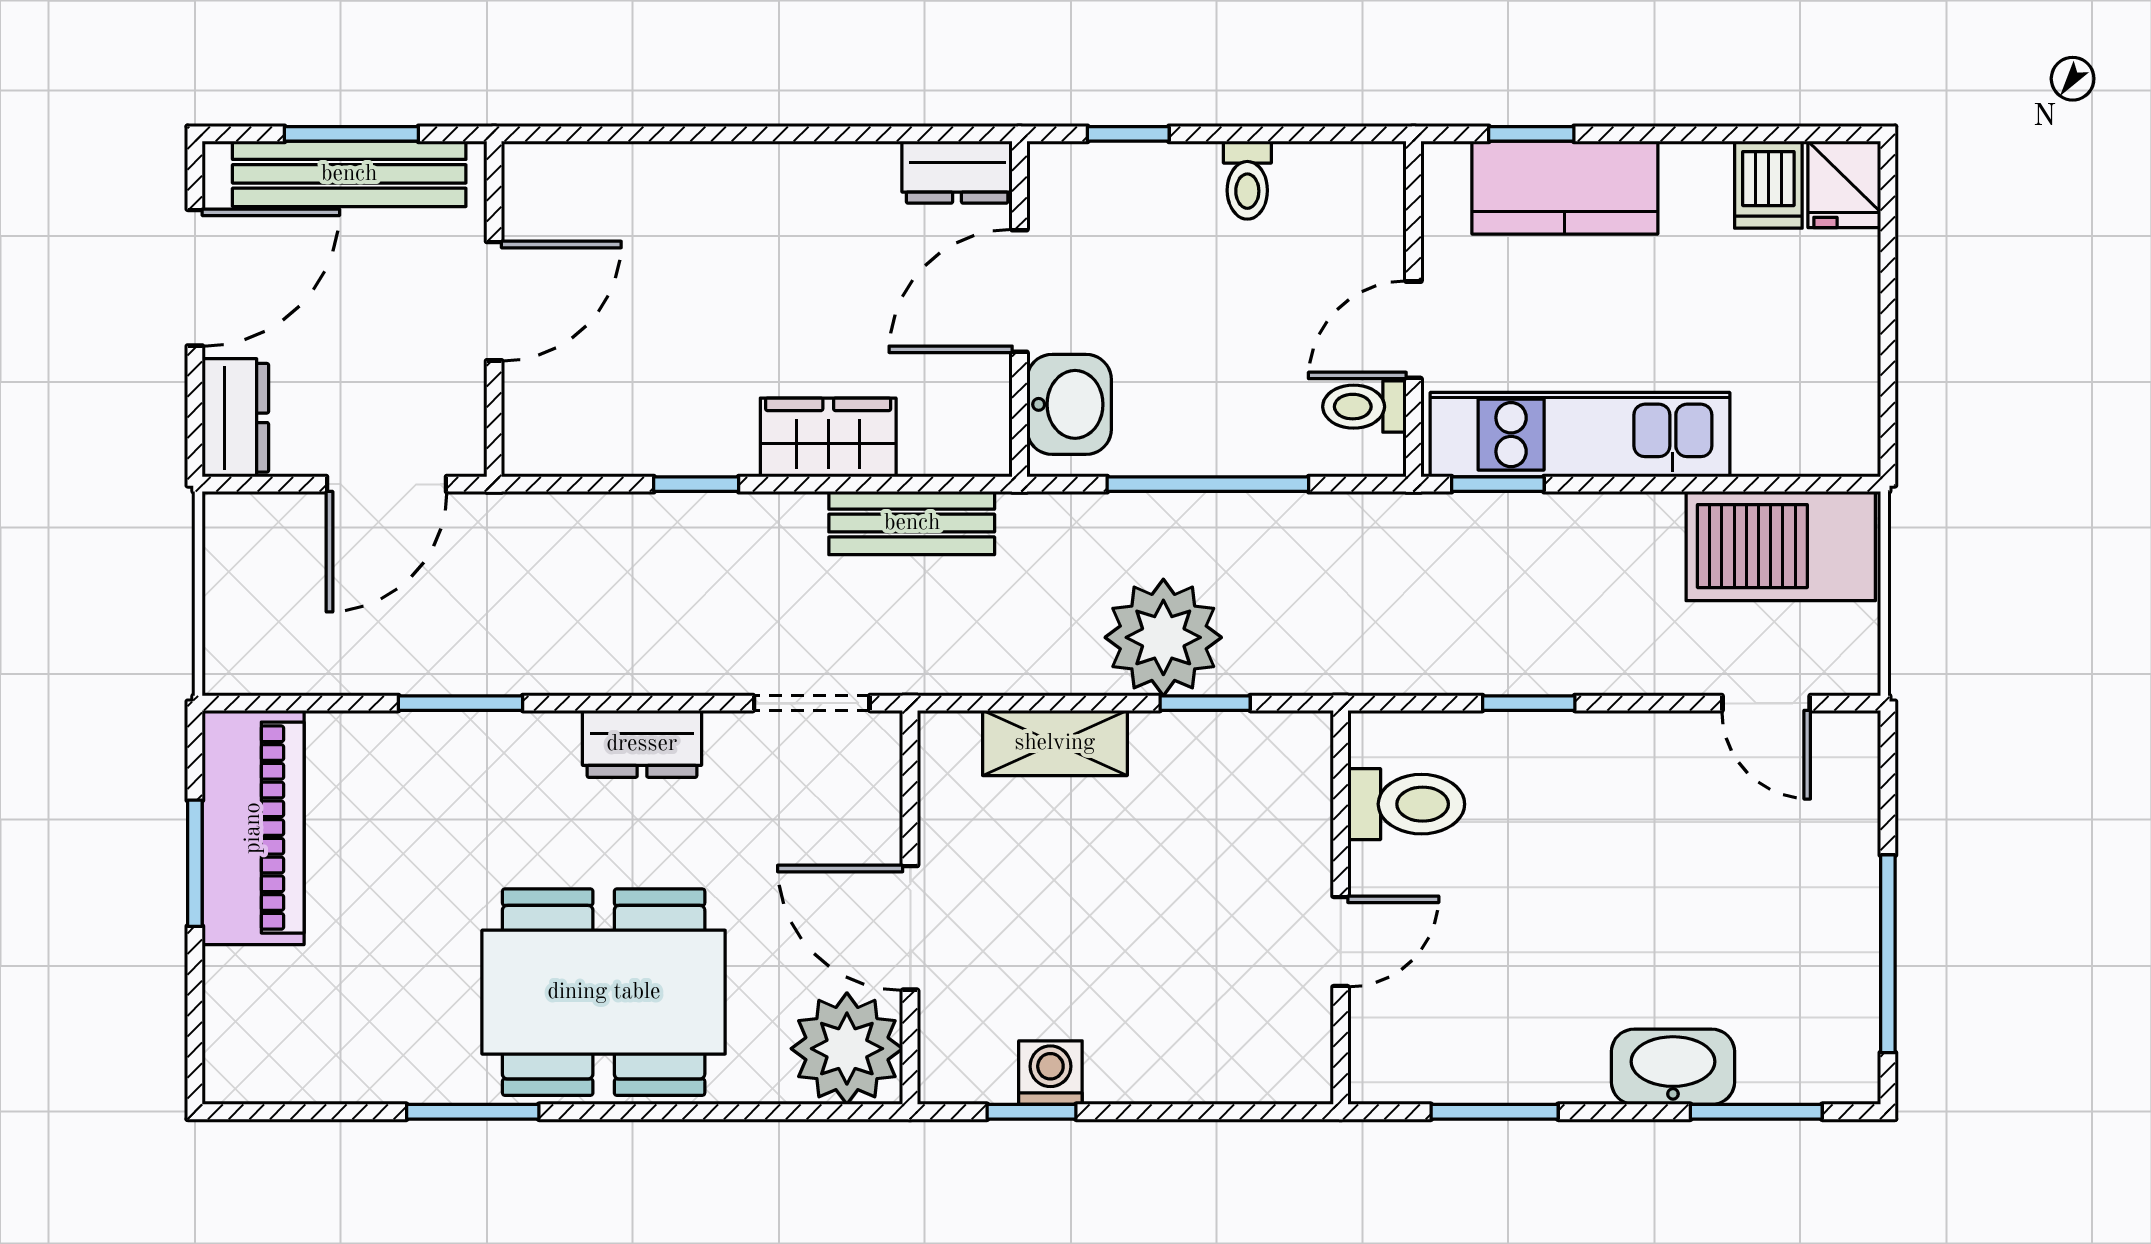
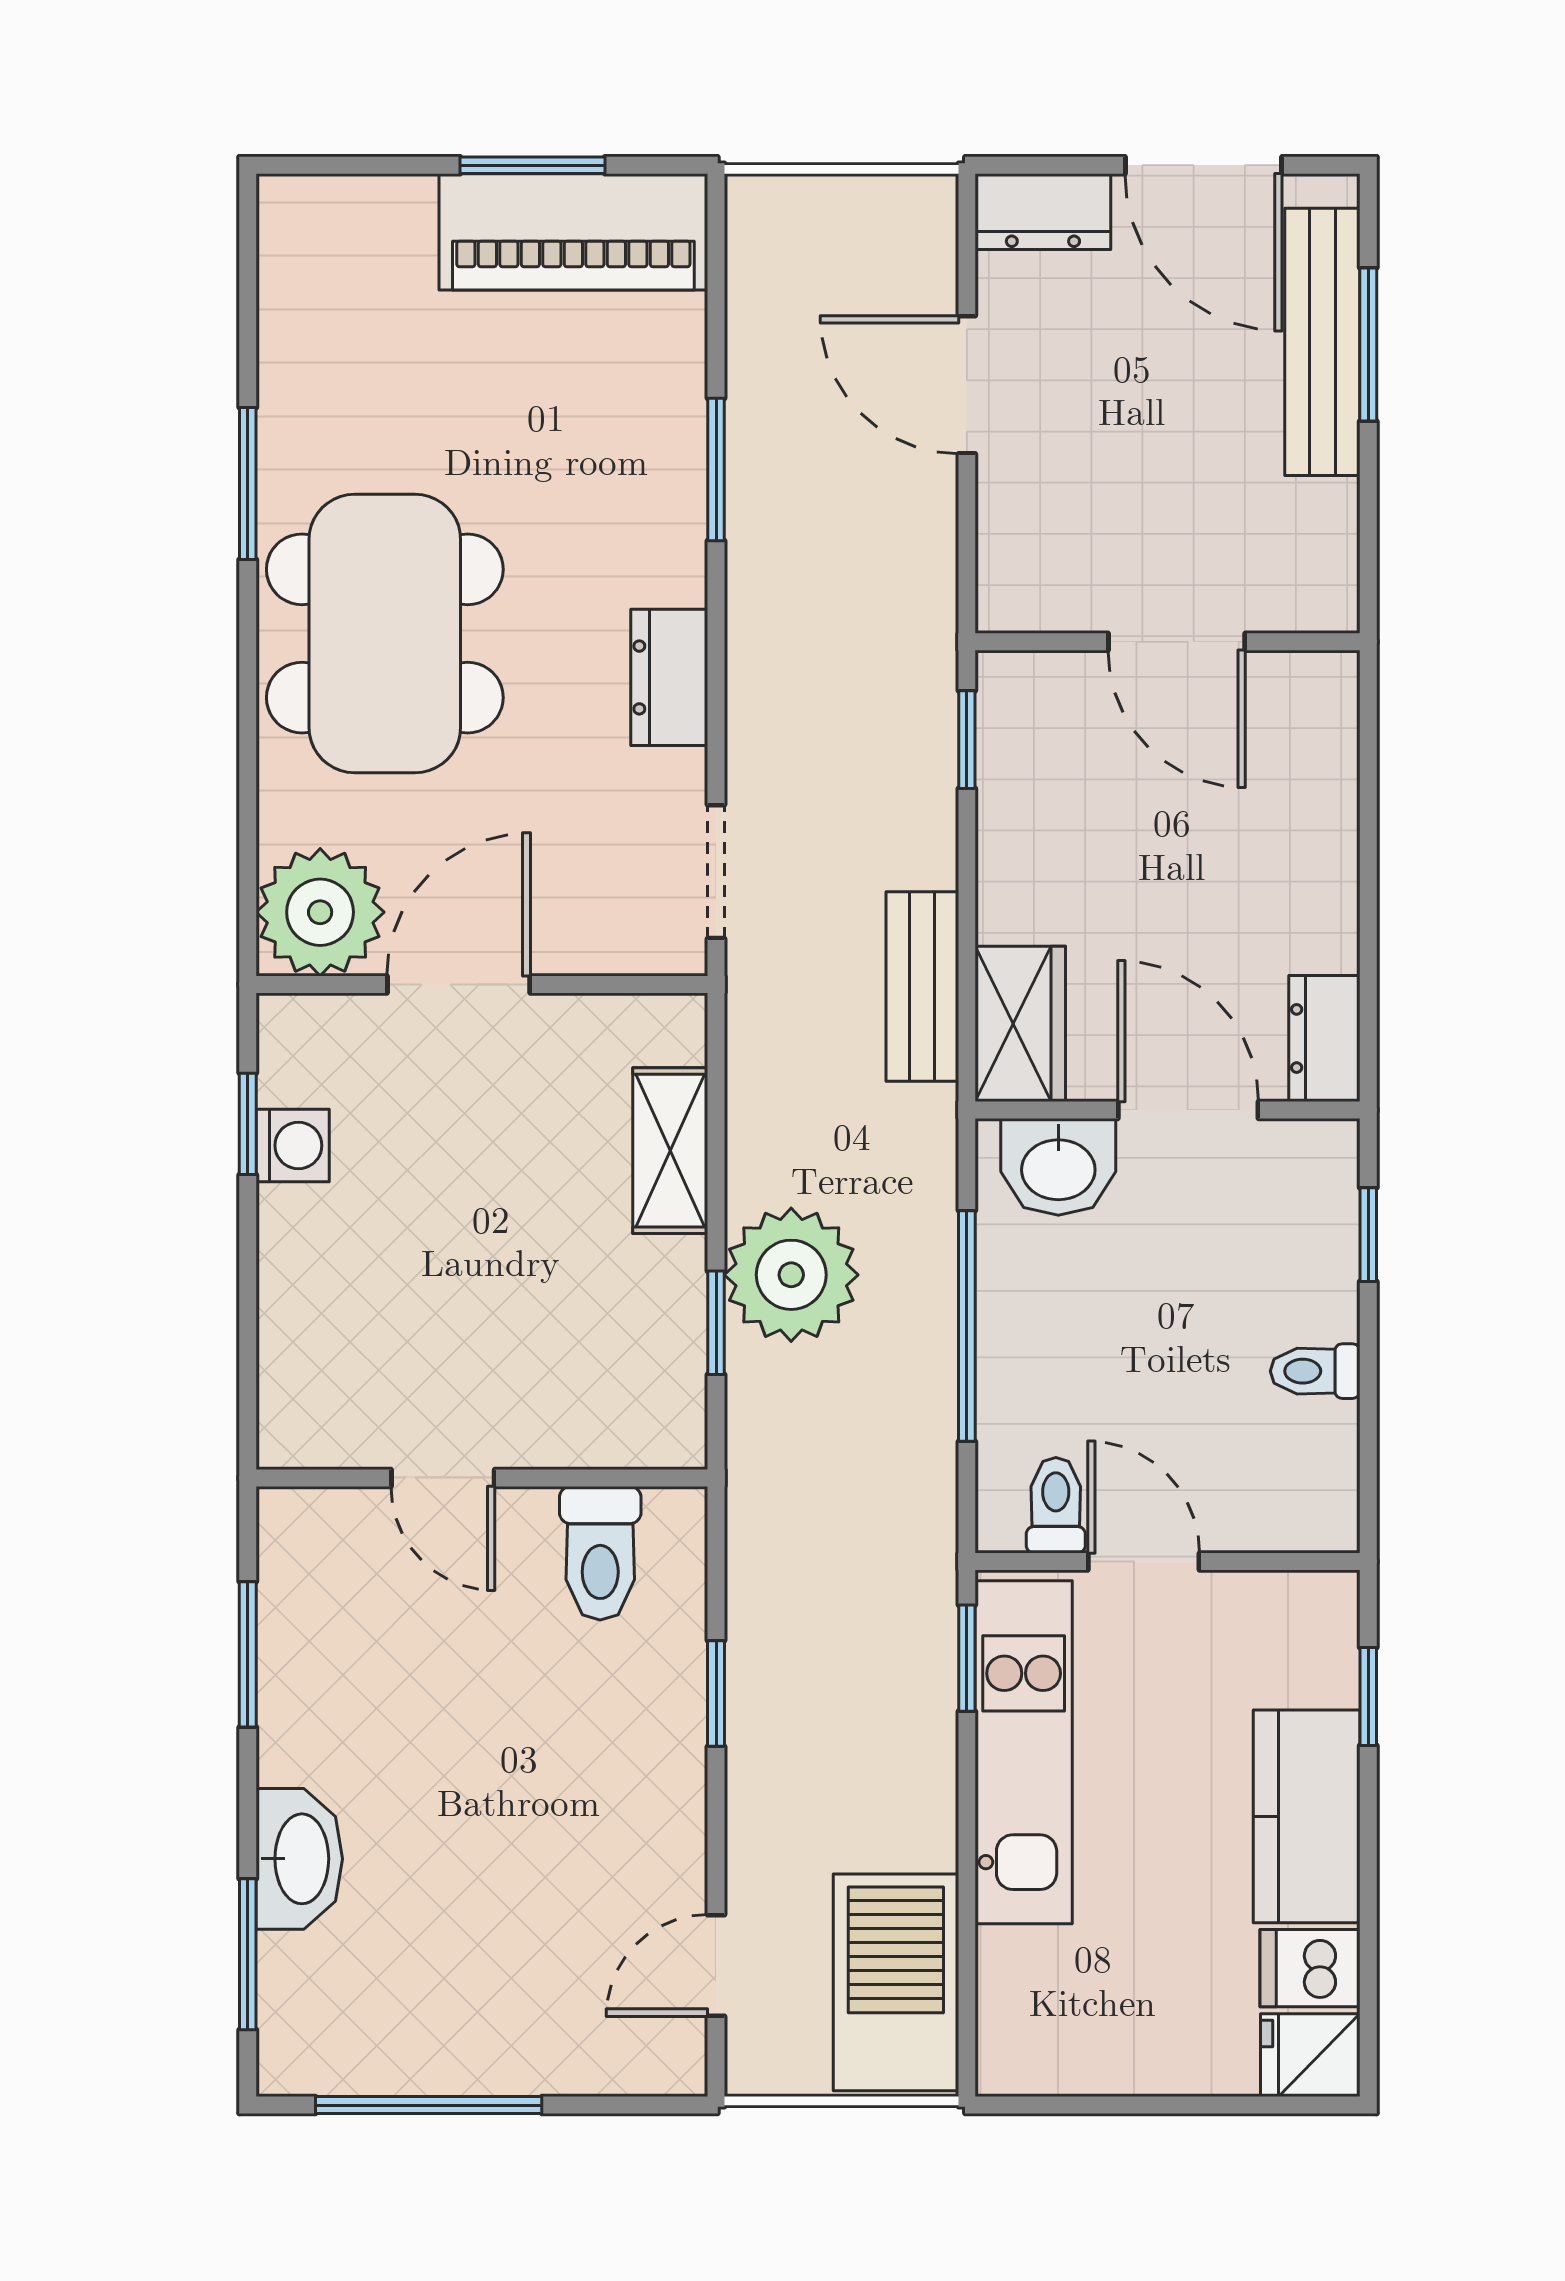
kitchen counter: (1565, 188) -> (1307, 1816), moved
door: (494, 301) -> (1177, 642), moved
wall: (494, 309) -> (1168, 642), moved
wardrobe: (828, 437) -> (1020, 1024), moved

